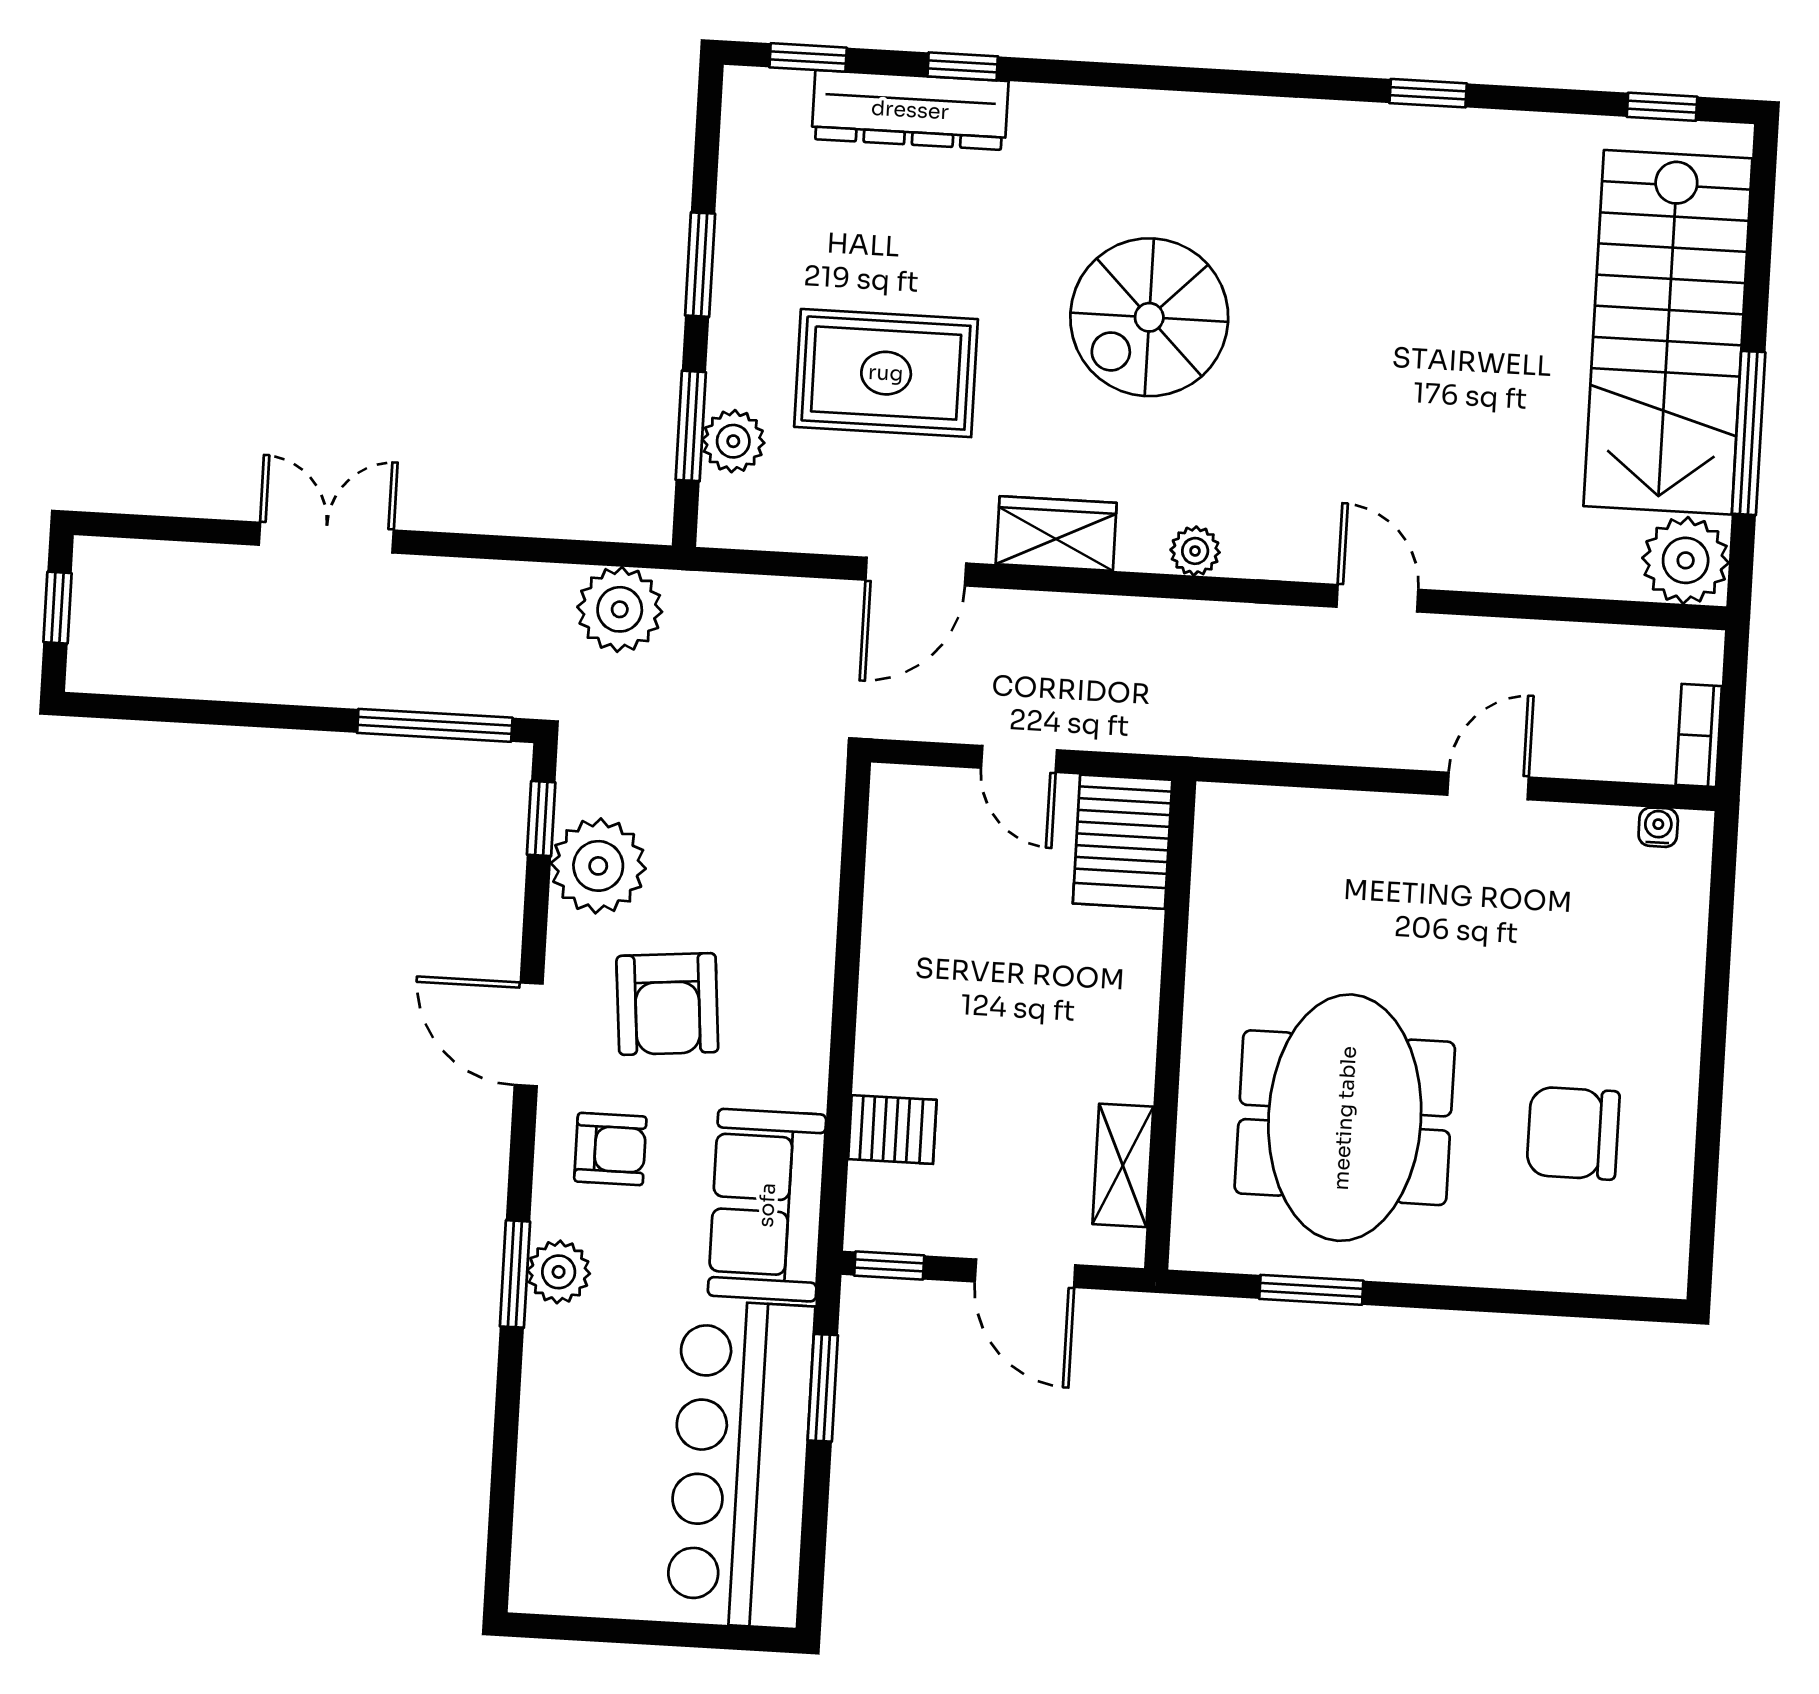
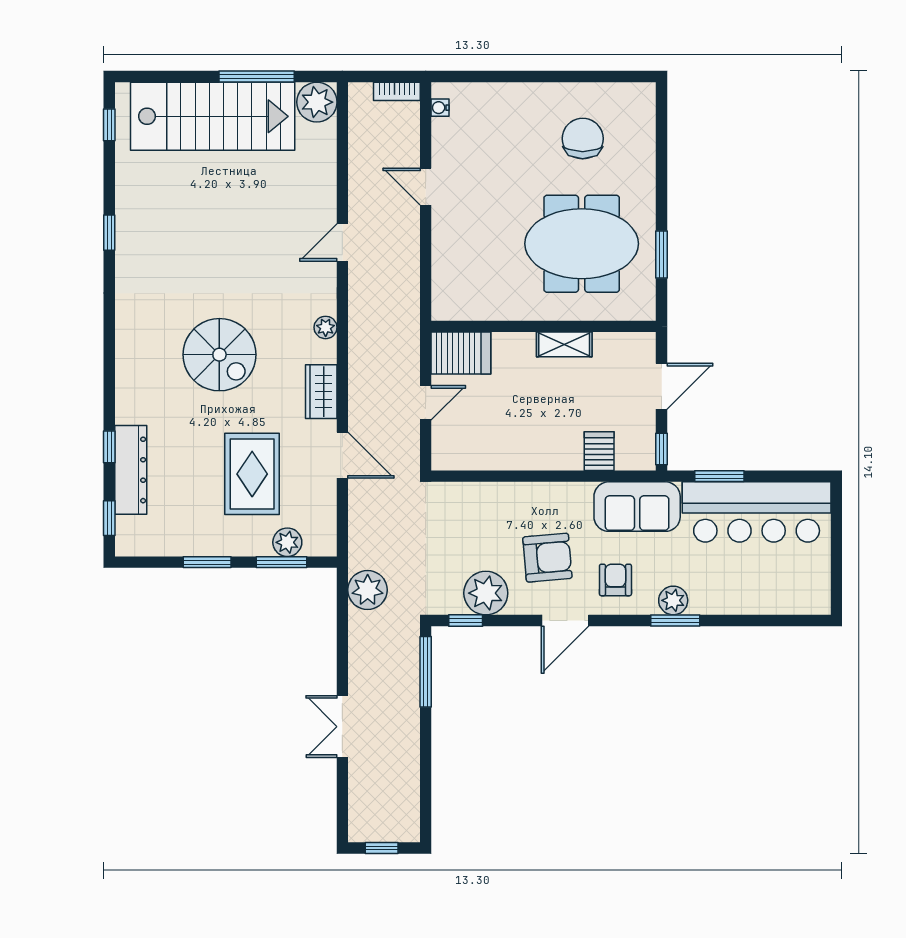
chair: (1573, 1133) -> (583, 139), turned 180
shelving: (1123, 1165) -> (564, 344), moved

